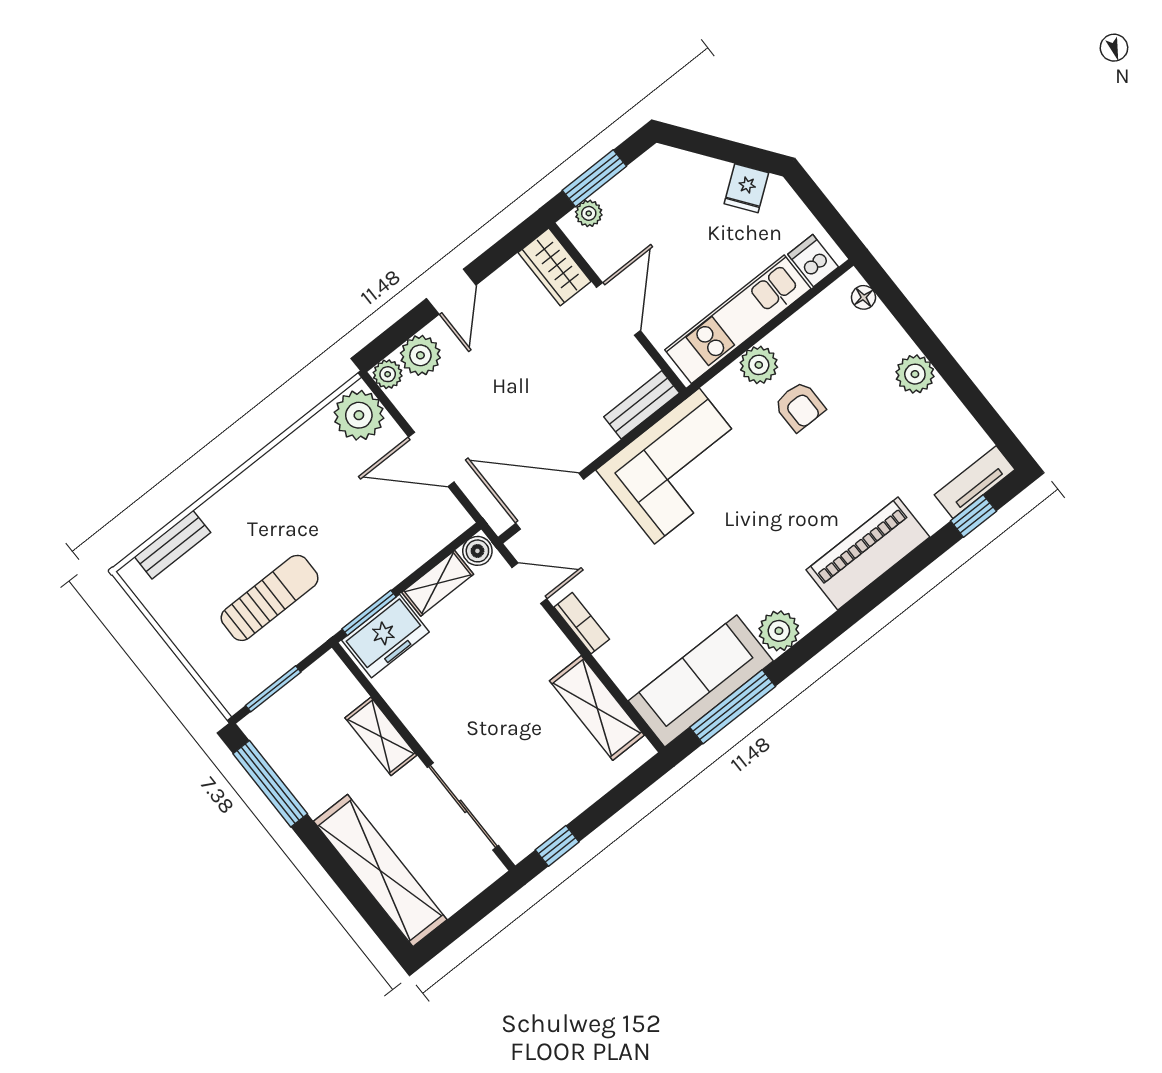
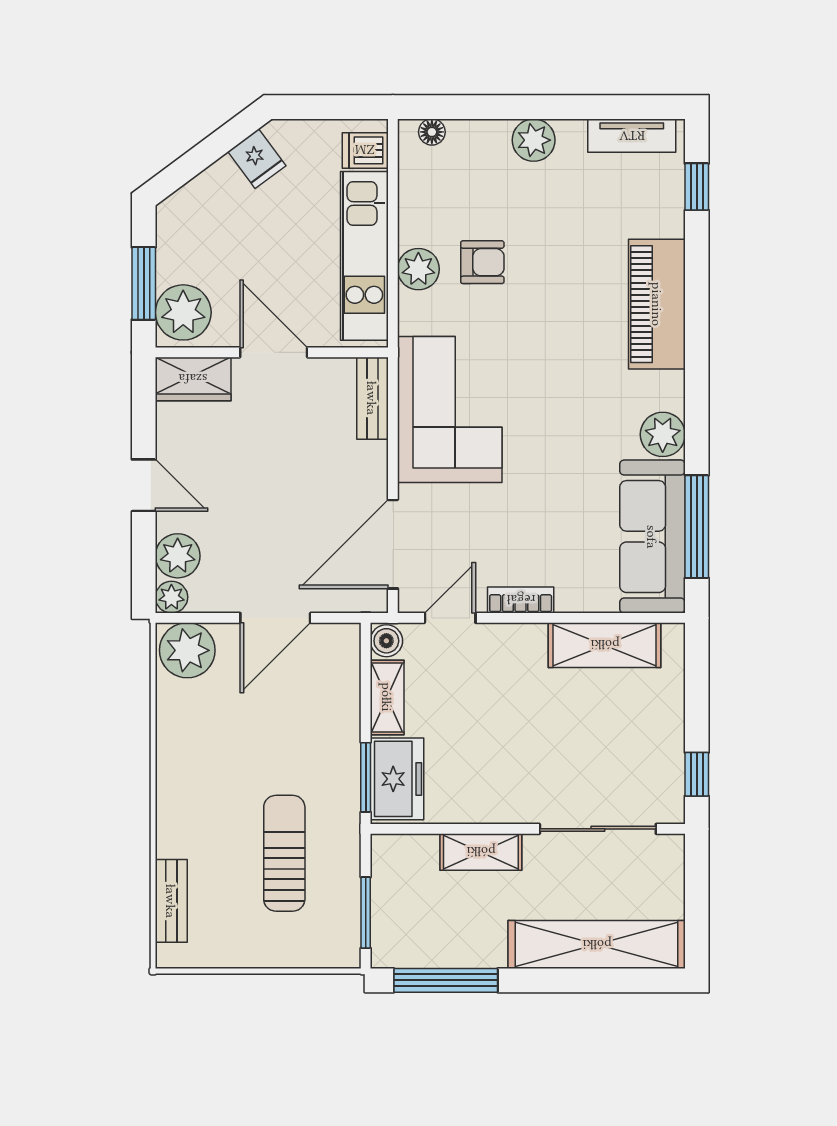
plant: (589, 213) -> (183, 312), width x1.87, depth x1.87
tv unit: (975, 482) -> (632, 136), moved, turned -90

